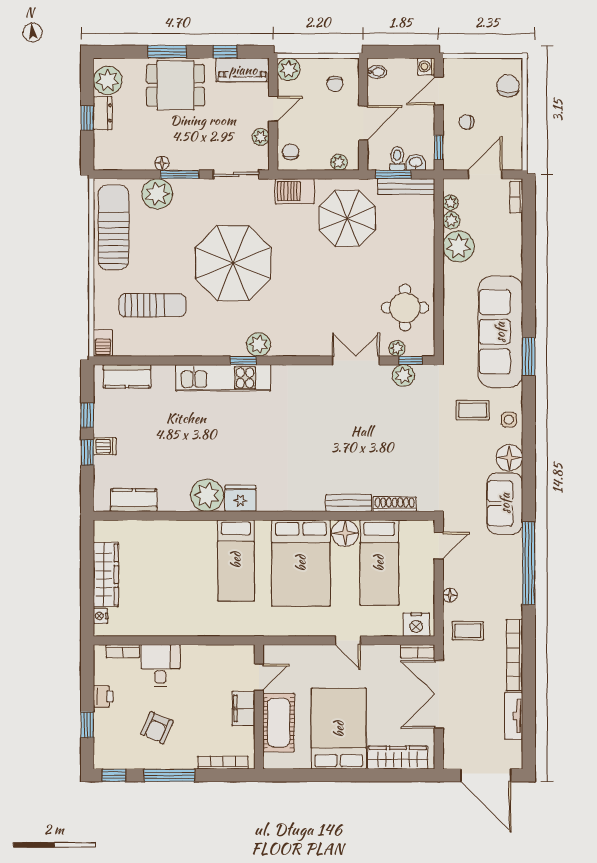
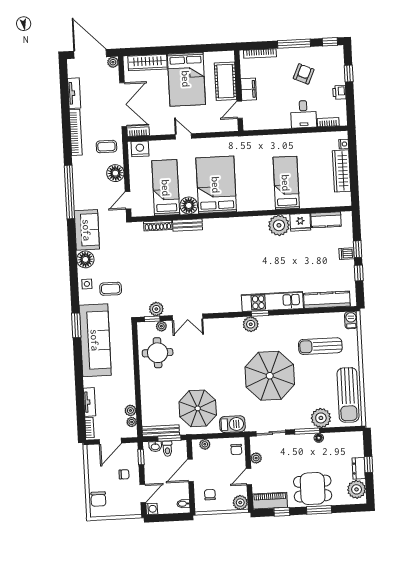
tv unit: (514, 237) -> (89, 402), added
plant: (459, 246) -> (113, 62), moved, width x0.53, depth x0.53
kitchen counter: (127, 376) -> (327, 300), width x1.50
fridge: (240, 498) -> (300, 222), moved
bed: (236, 560) -> (286, 183), moved
floor lamp: (450, 595) -> (115, 173), width x1.89, depth x1.89

